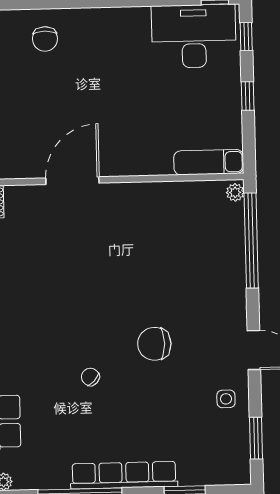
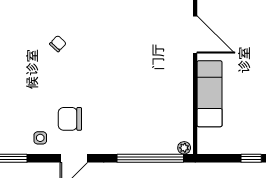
exam couch: (209, 162) -> (210, 94), moved, width x1.36, depth x1.45
chair: (154, 344) -> (70, 119), moved, turned -90

